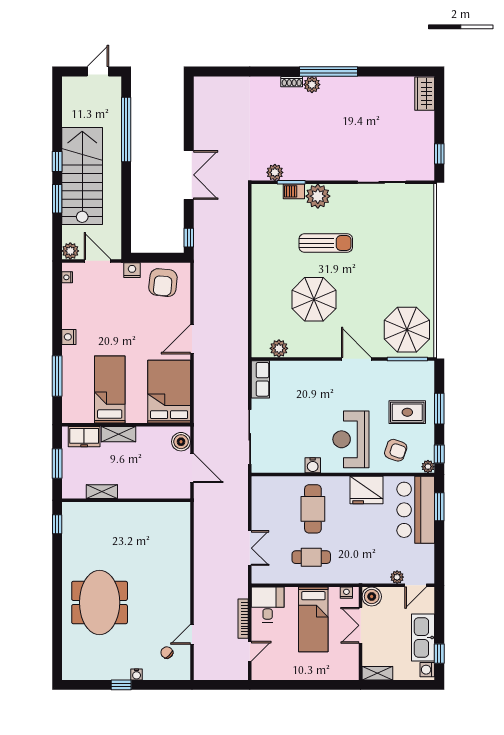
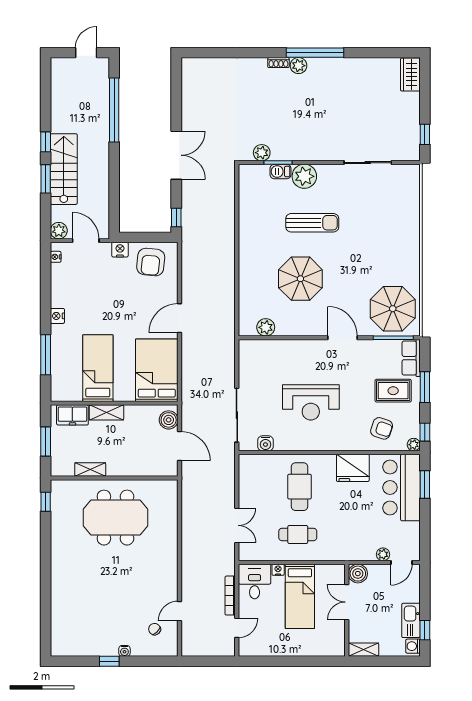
stairs: (82, 176) -> (64, 169), width x0.73, depth x0.66
row of seats: (260, 379) -> (411, 358), moved, turned 180
reception desk: (351, 439) -> (311, 402), moved, turned -90
water cooler: (313, 465) -> (265, 443), moved
nightstand: (346, 593) -> (278, 570), moved
meeting table: (100, 602) -> (115, 518), moved, turned 90
kitchen sink: (423, 637) -> (411, 620), width x0.73, depth x0.81

